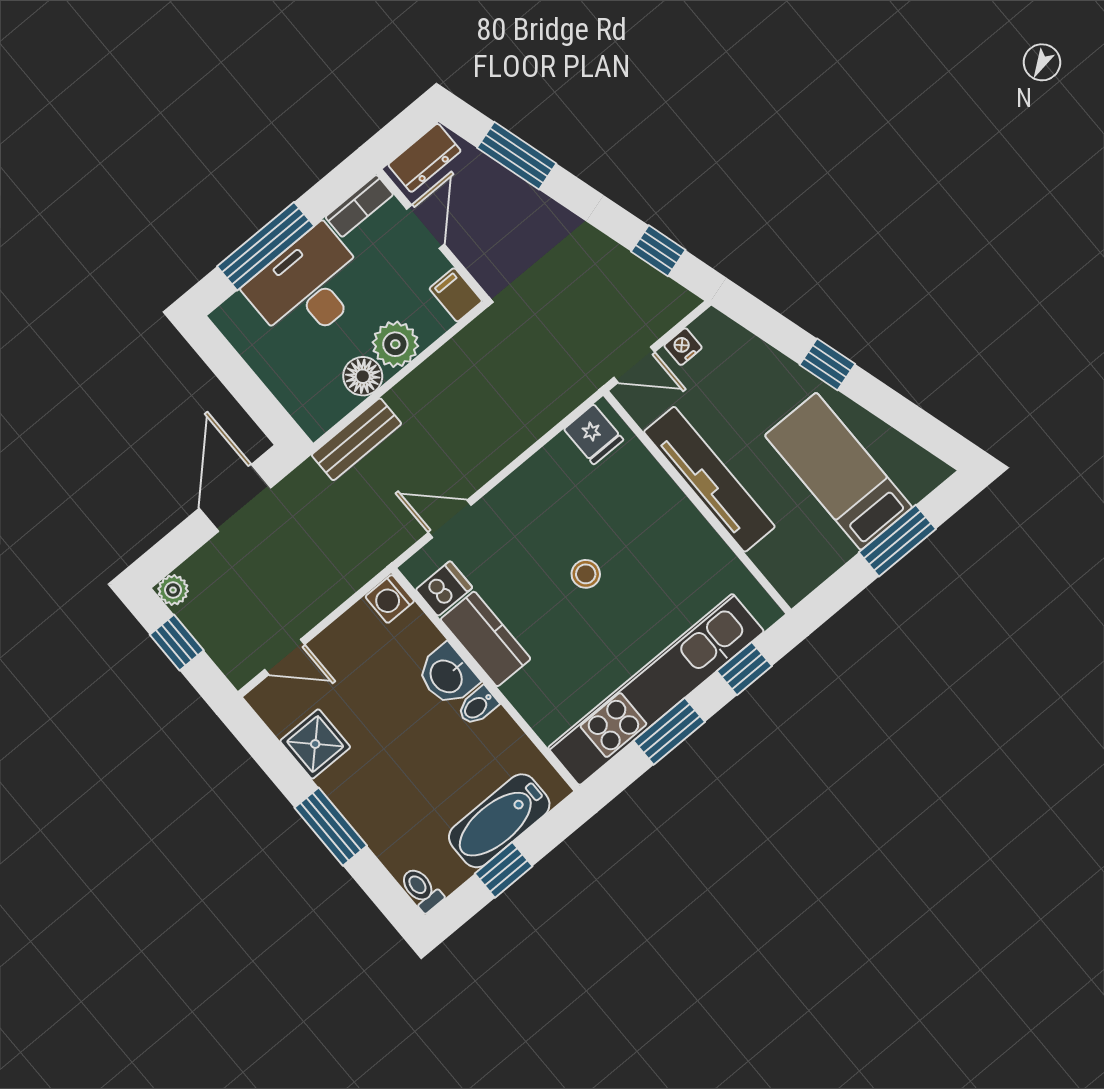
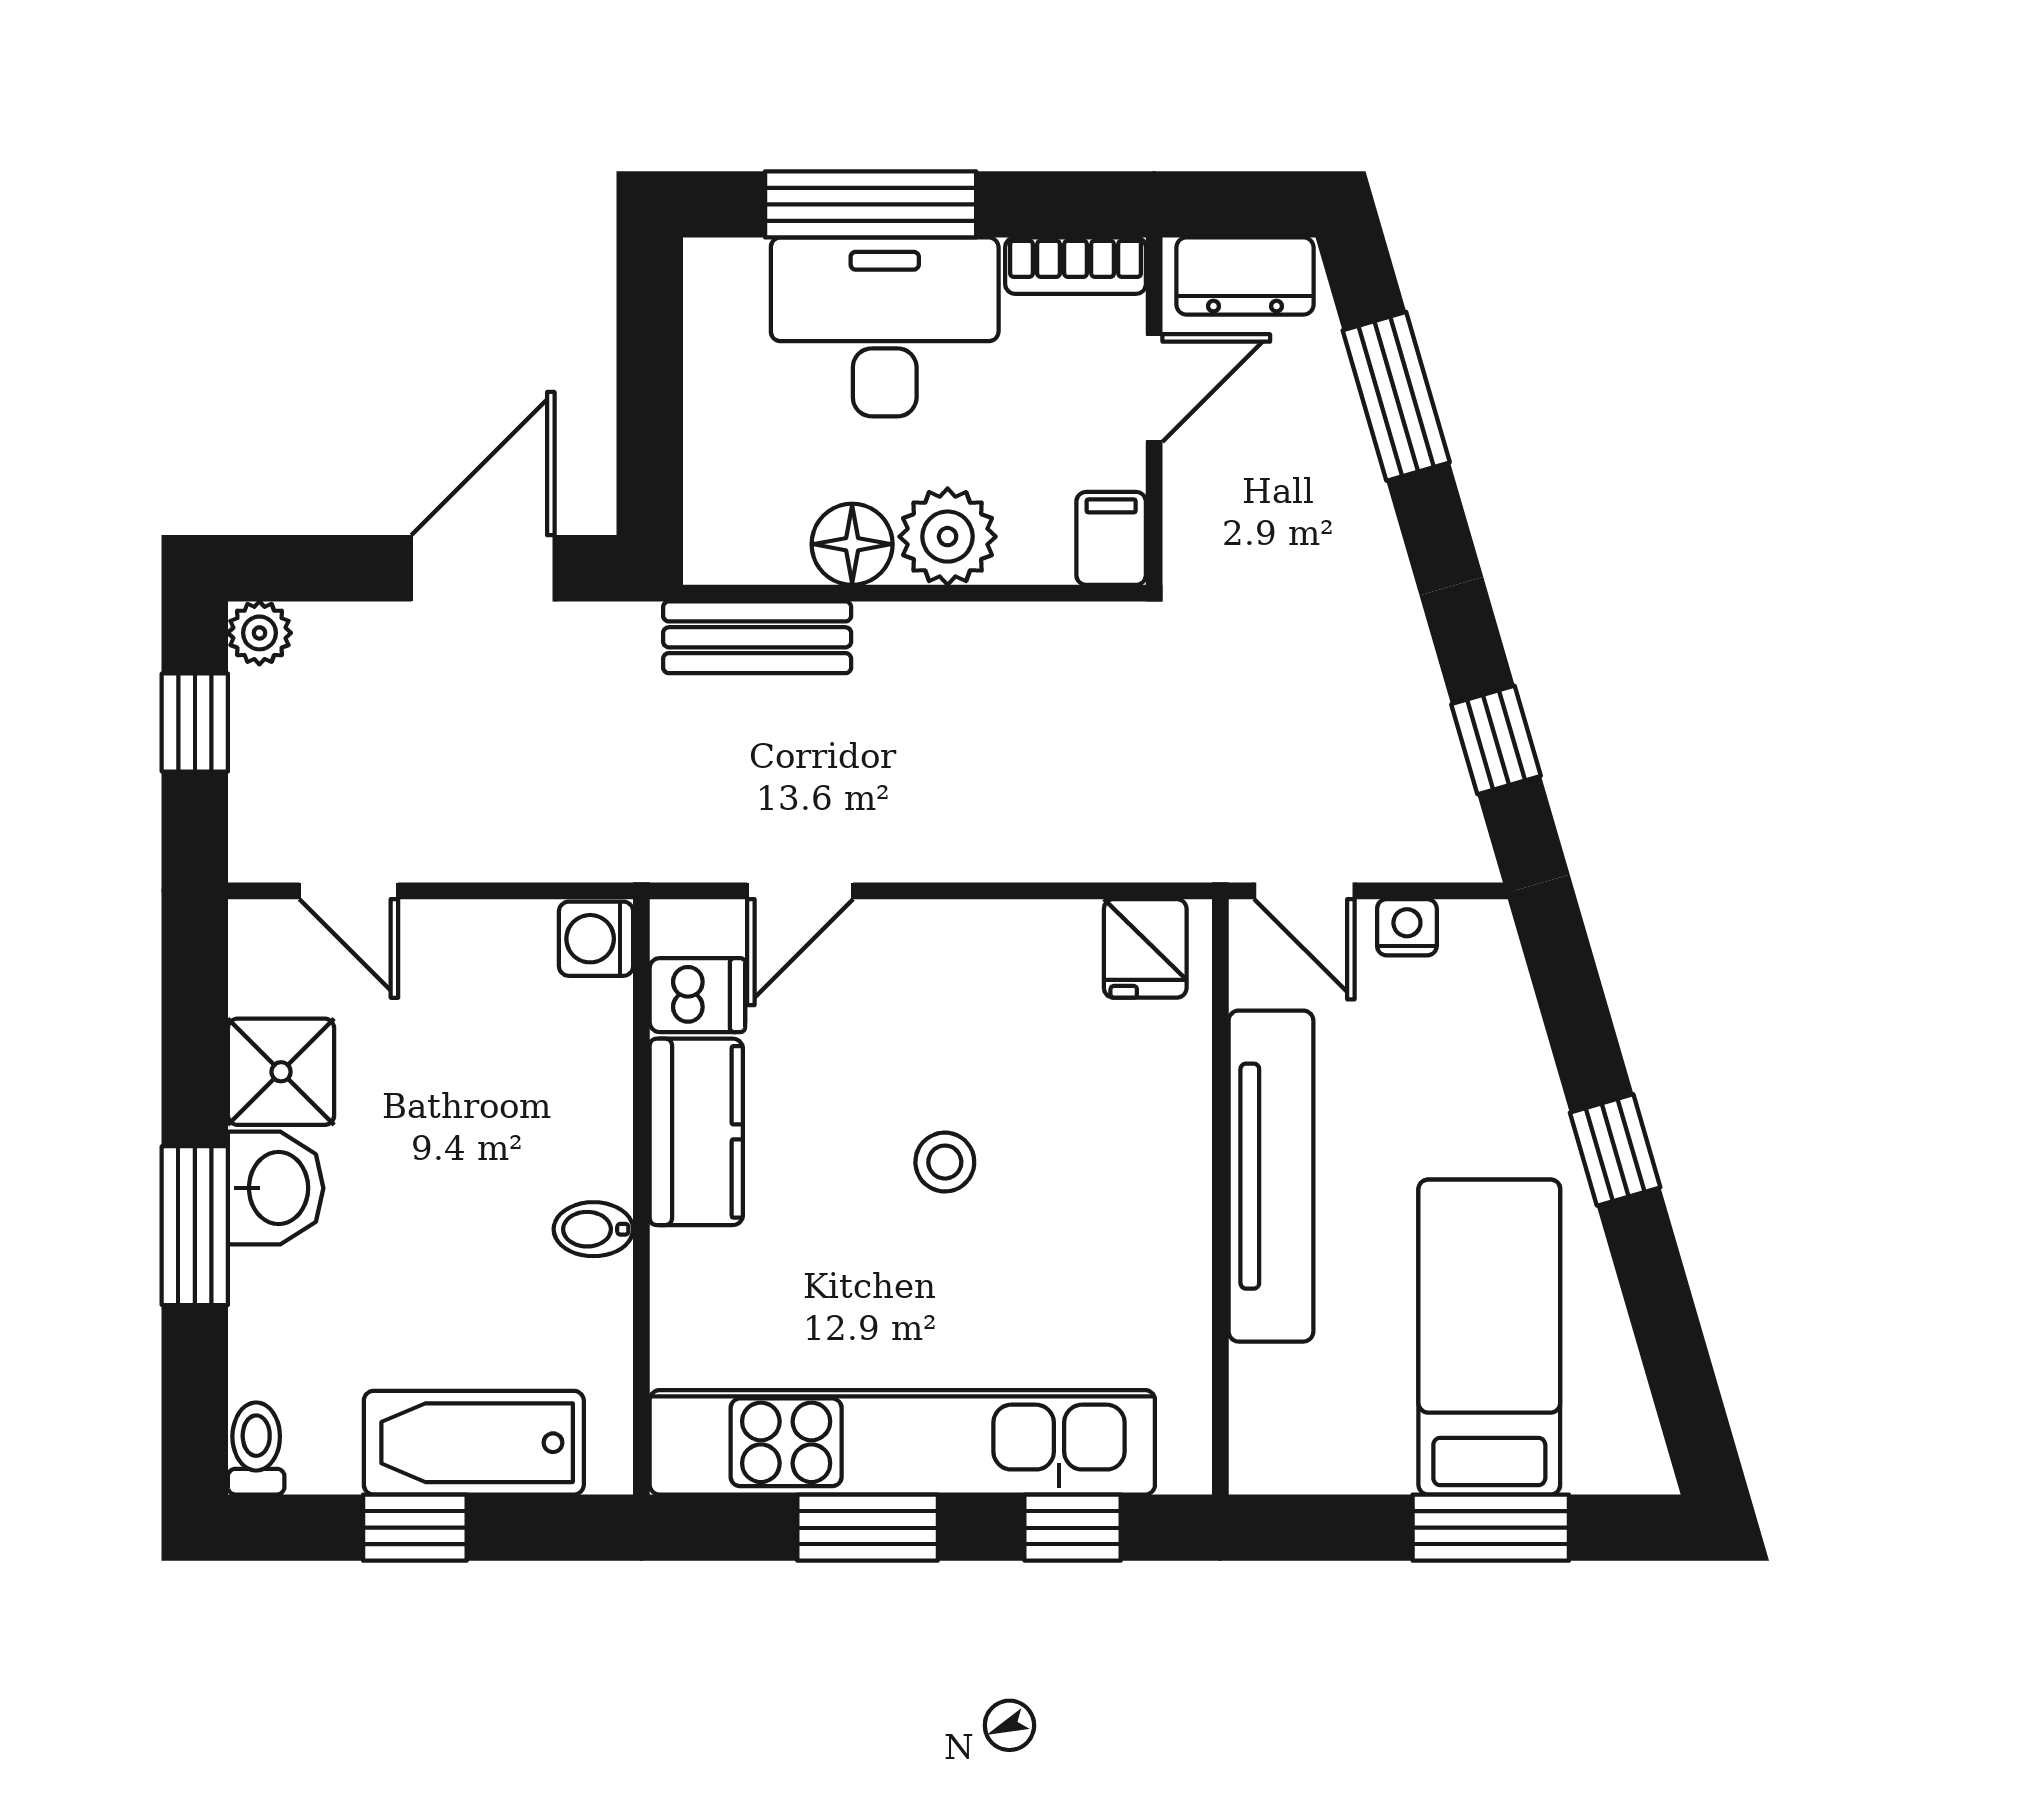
door: (450, 519) -> (800, 891), swing flipped
washbasin: (447, 676) -> (276, 1188), moved, turned 180

